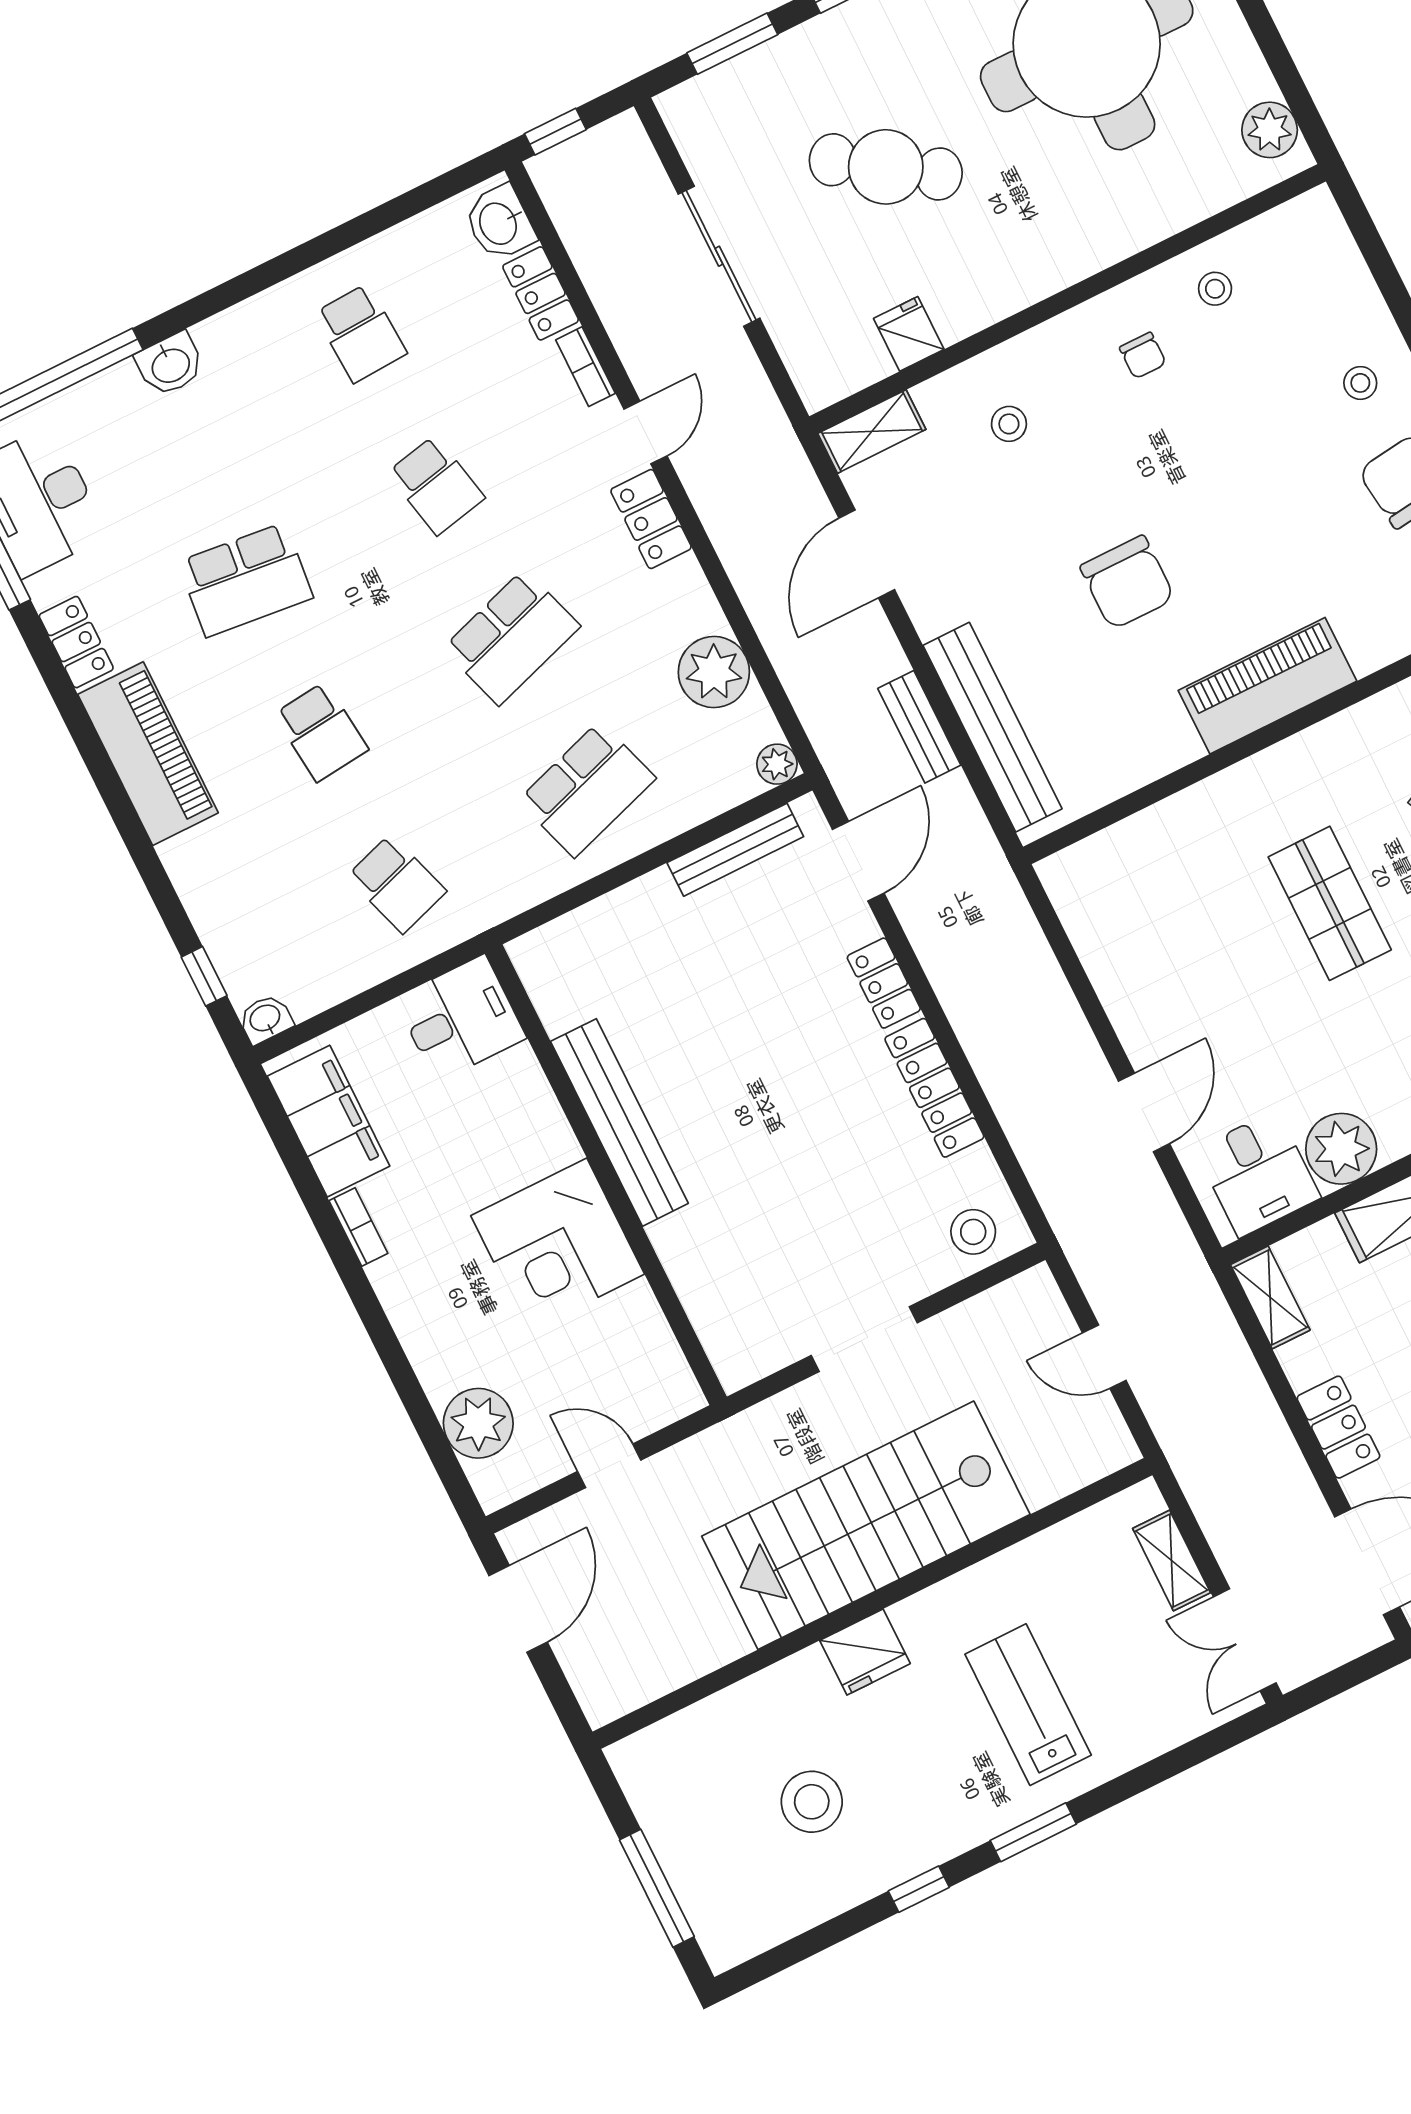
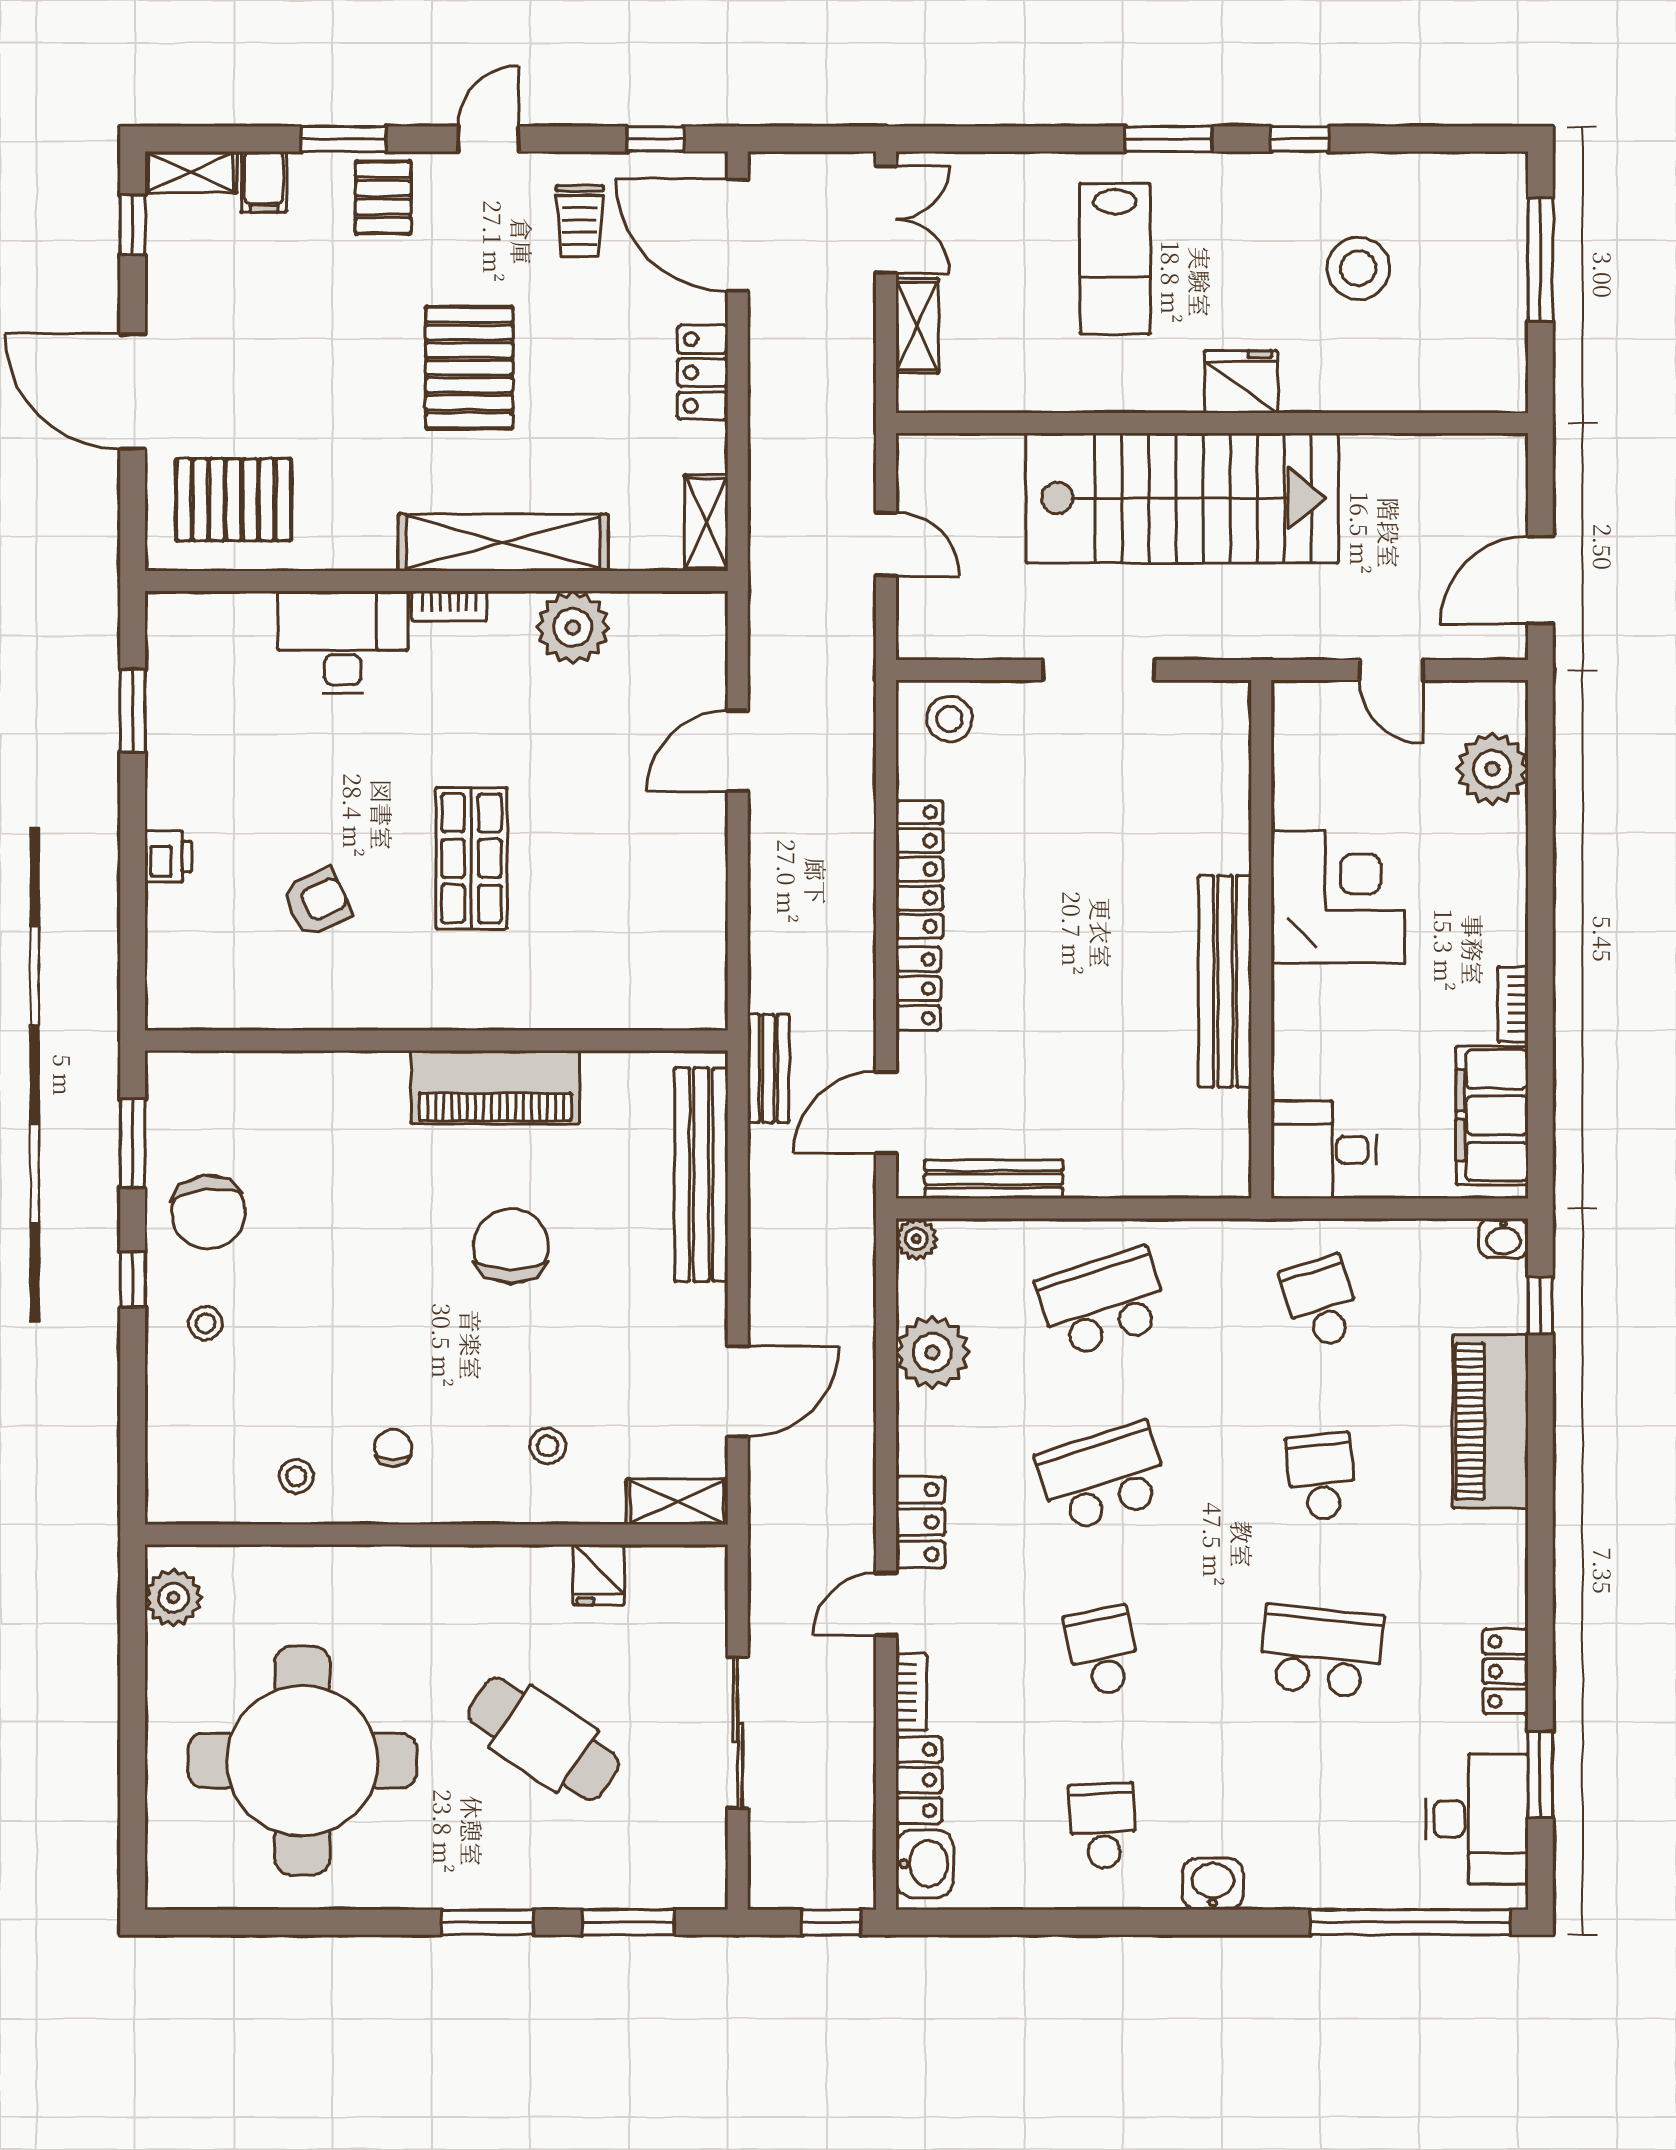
washbasin: (170, 364) -> (1213, 1884), moved
piano: (1267, 686) -> (495, 1087), moved
bench: (919, 727) -> (768, 1068), moved
piano: (148, 754) -> (1490, 1421), moved
desk: (1258, 1174) -> (661, 642), removed

